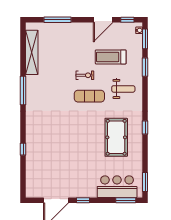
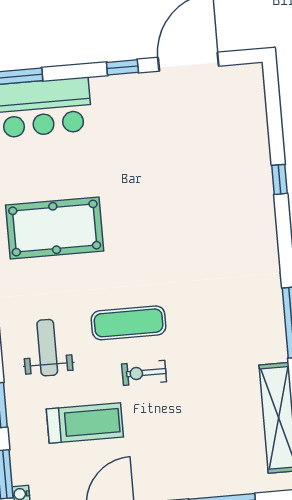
weight bench: (123, 89) -> (47, 348), turned 90
pool table: (116, 137) -> (55, 228), turned 90

